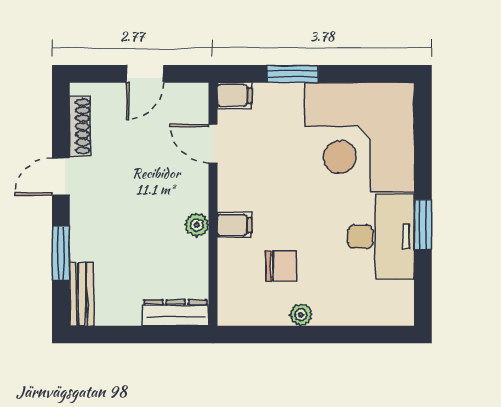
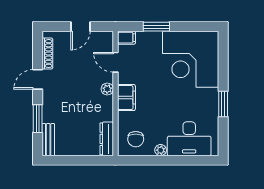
plant: (197, 225) -> (107, 89), moved
filing cabinet: (234, 225) -> (126, 98), width x2.00
desk: (381, 237) -> (189, 139), moved, turned 90
chair: (281, 266) -> (136, 139), moved, turned 90
dresser: (176, 313) -> (107, 139), moved, turned -90

